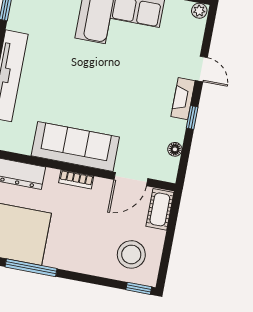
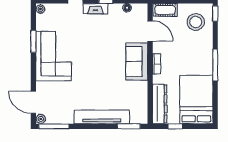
sofa: (75, 146) -> (137, 62), width x0.73
window: (31, 268) -> (215, 65), moved

